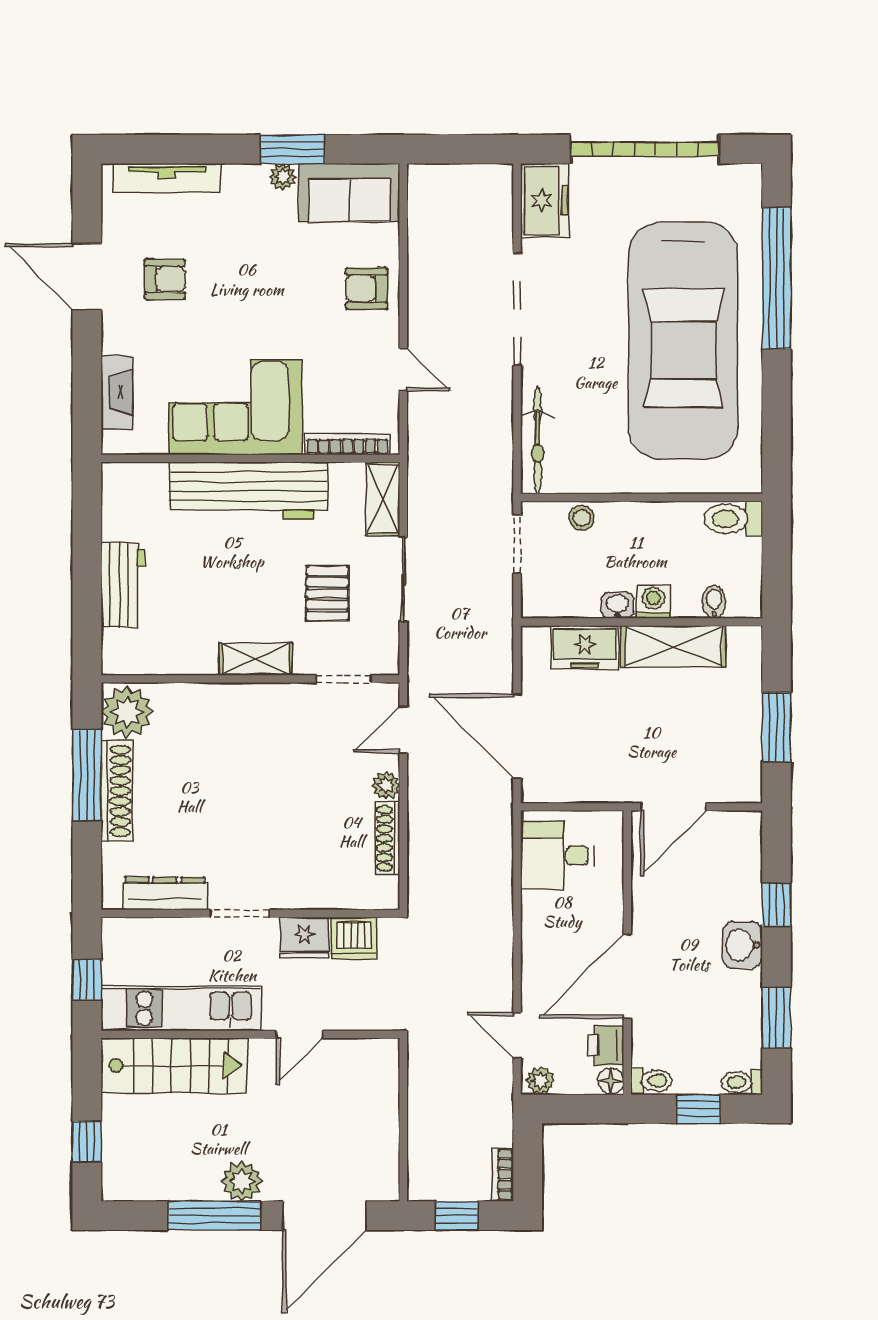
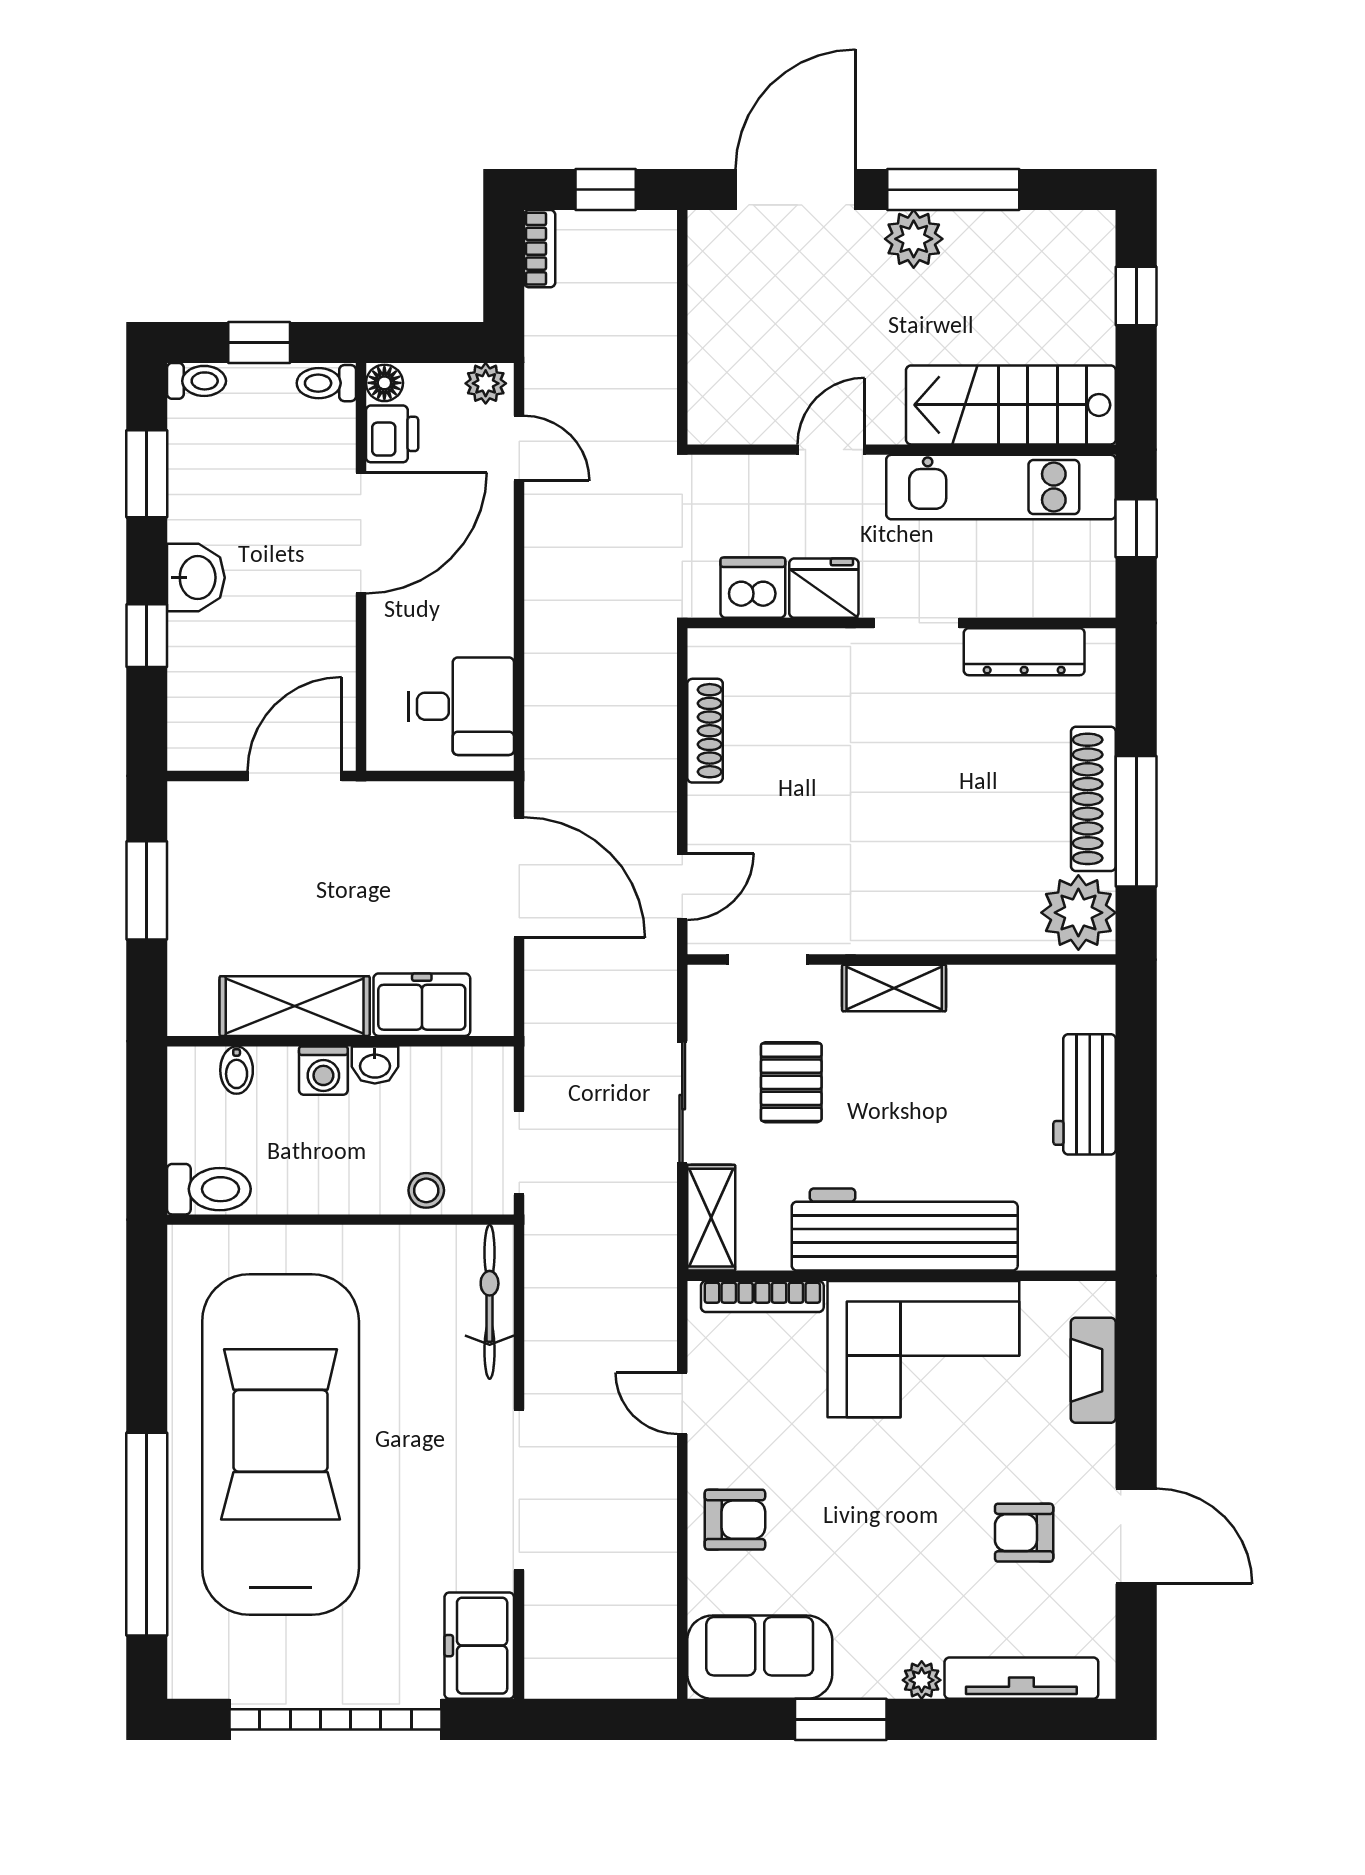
plant: (283, 177) -> (922, 1680), moved
plant: (386, 786) -> (707, 806), removed

